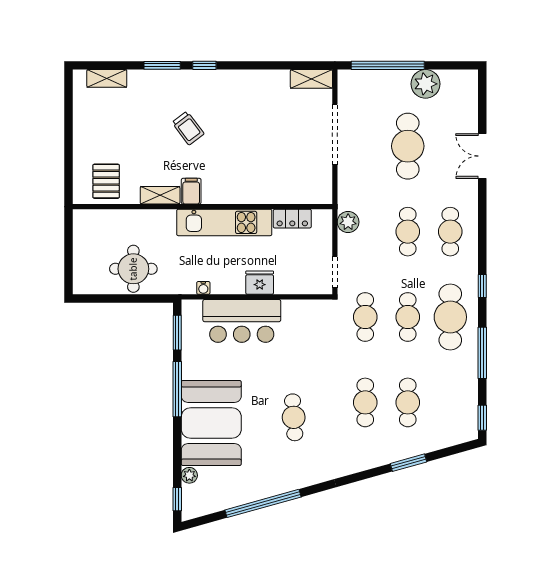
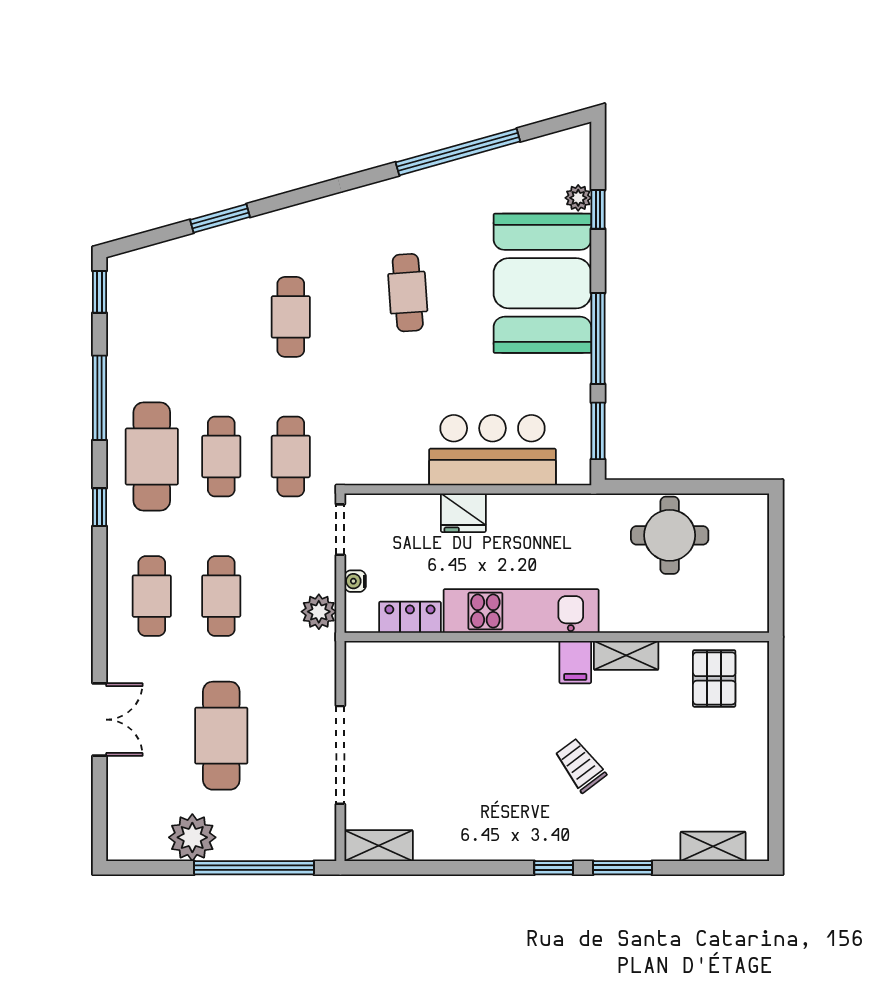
water cooler: (203, 288) -> (355, 581), moved, turned -90
cafe table: (408, 402) -> (221, 317), removed
window: (177, 499) -> (598, 209), moved

